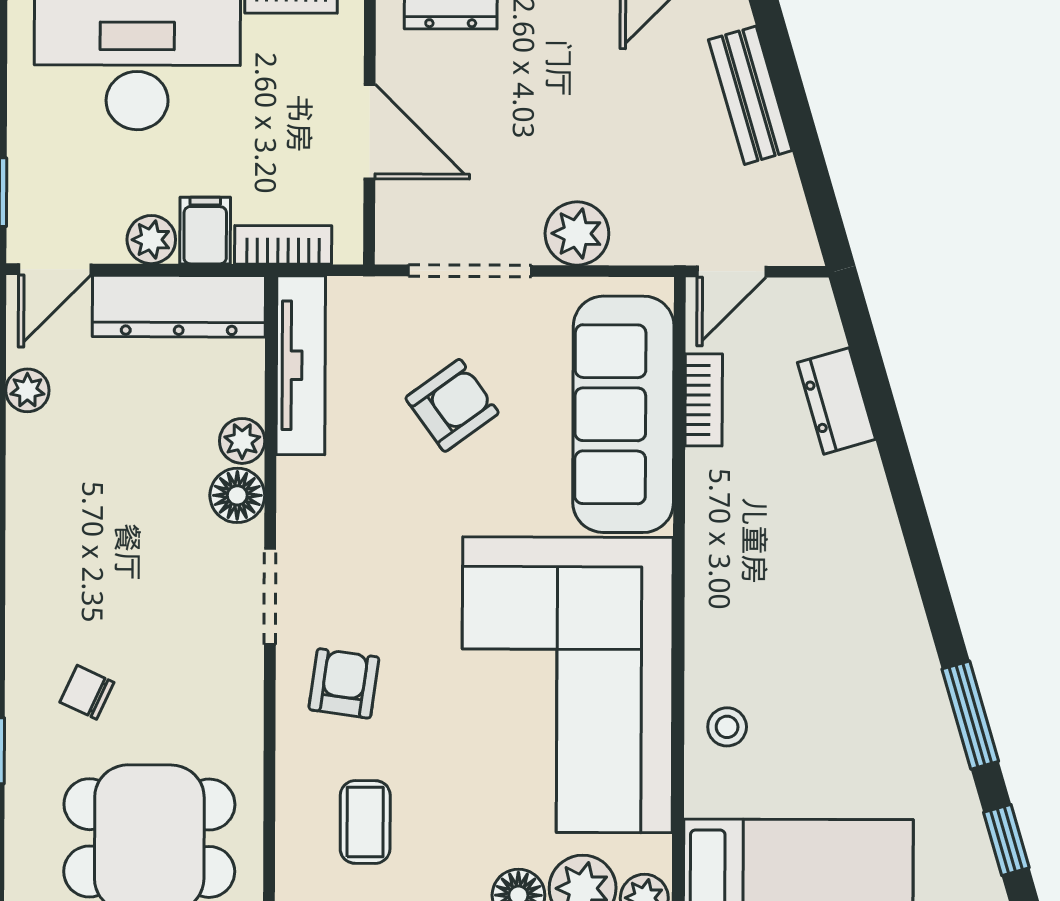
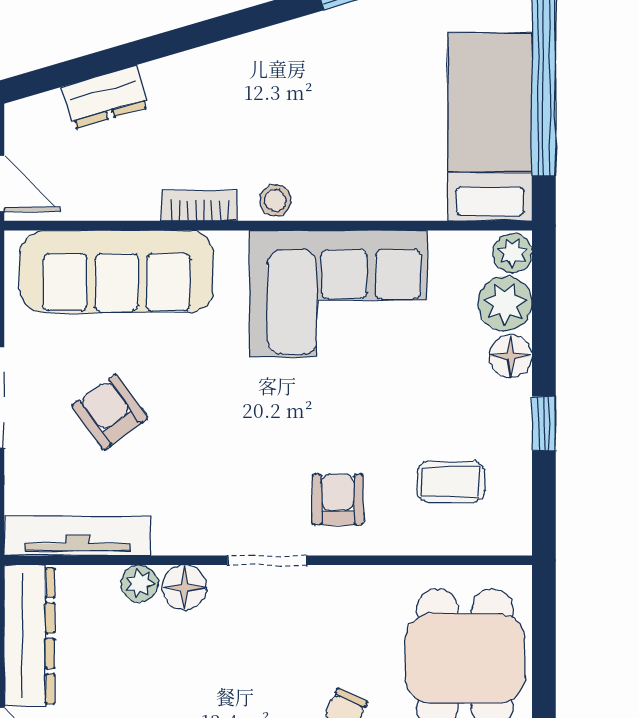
bookcase: (704, 400) -> (199, 206), moved
armchair: (344, 683) -> (338, 499), turned 82
corner sofa: (567, 685) -> (338, 294), width x0.73, depth x0.74
stool: (727, 727) -> (275, 200), moved

